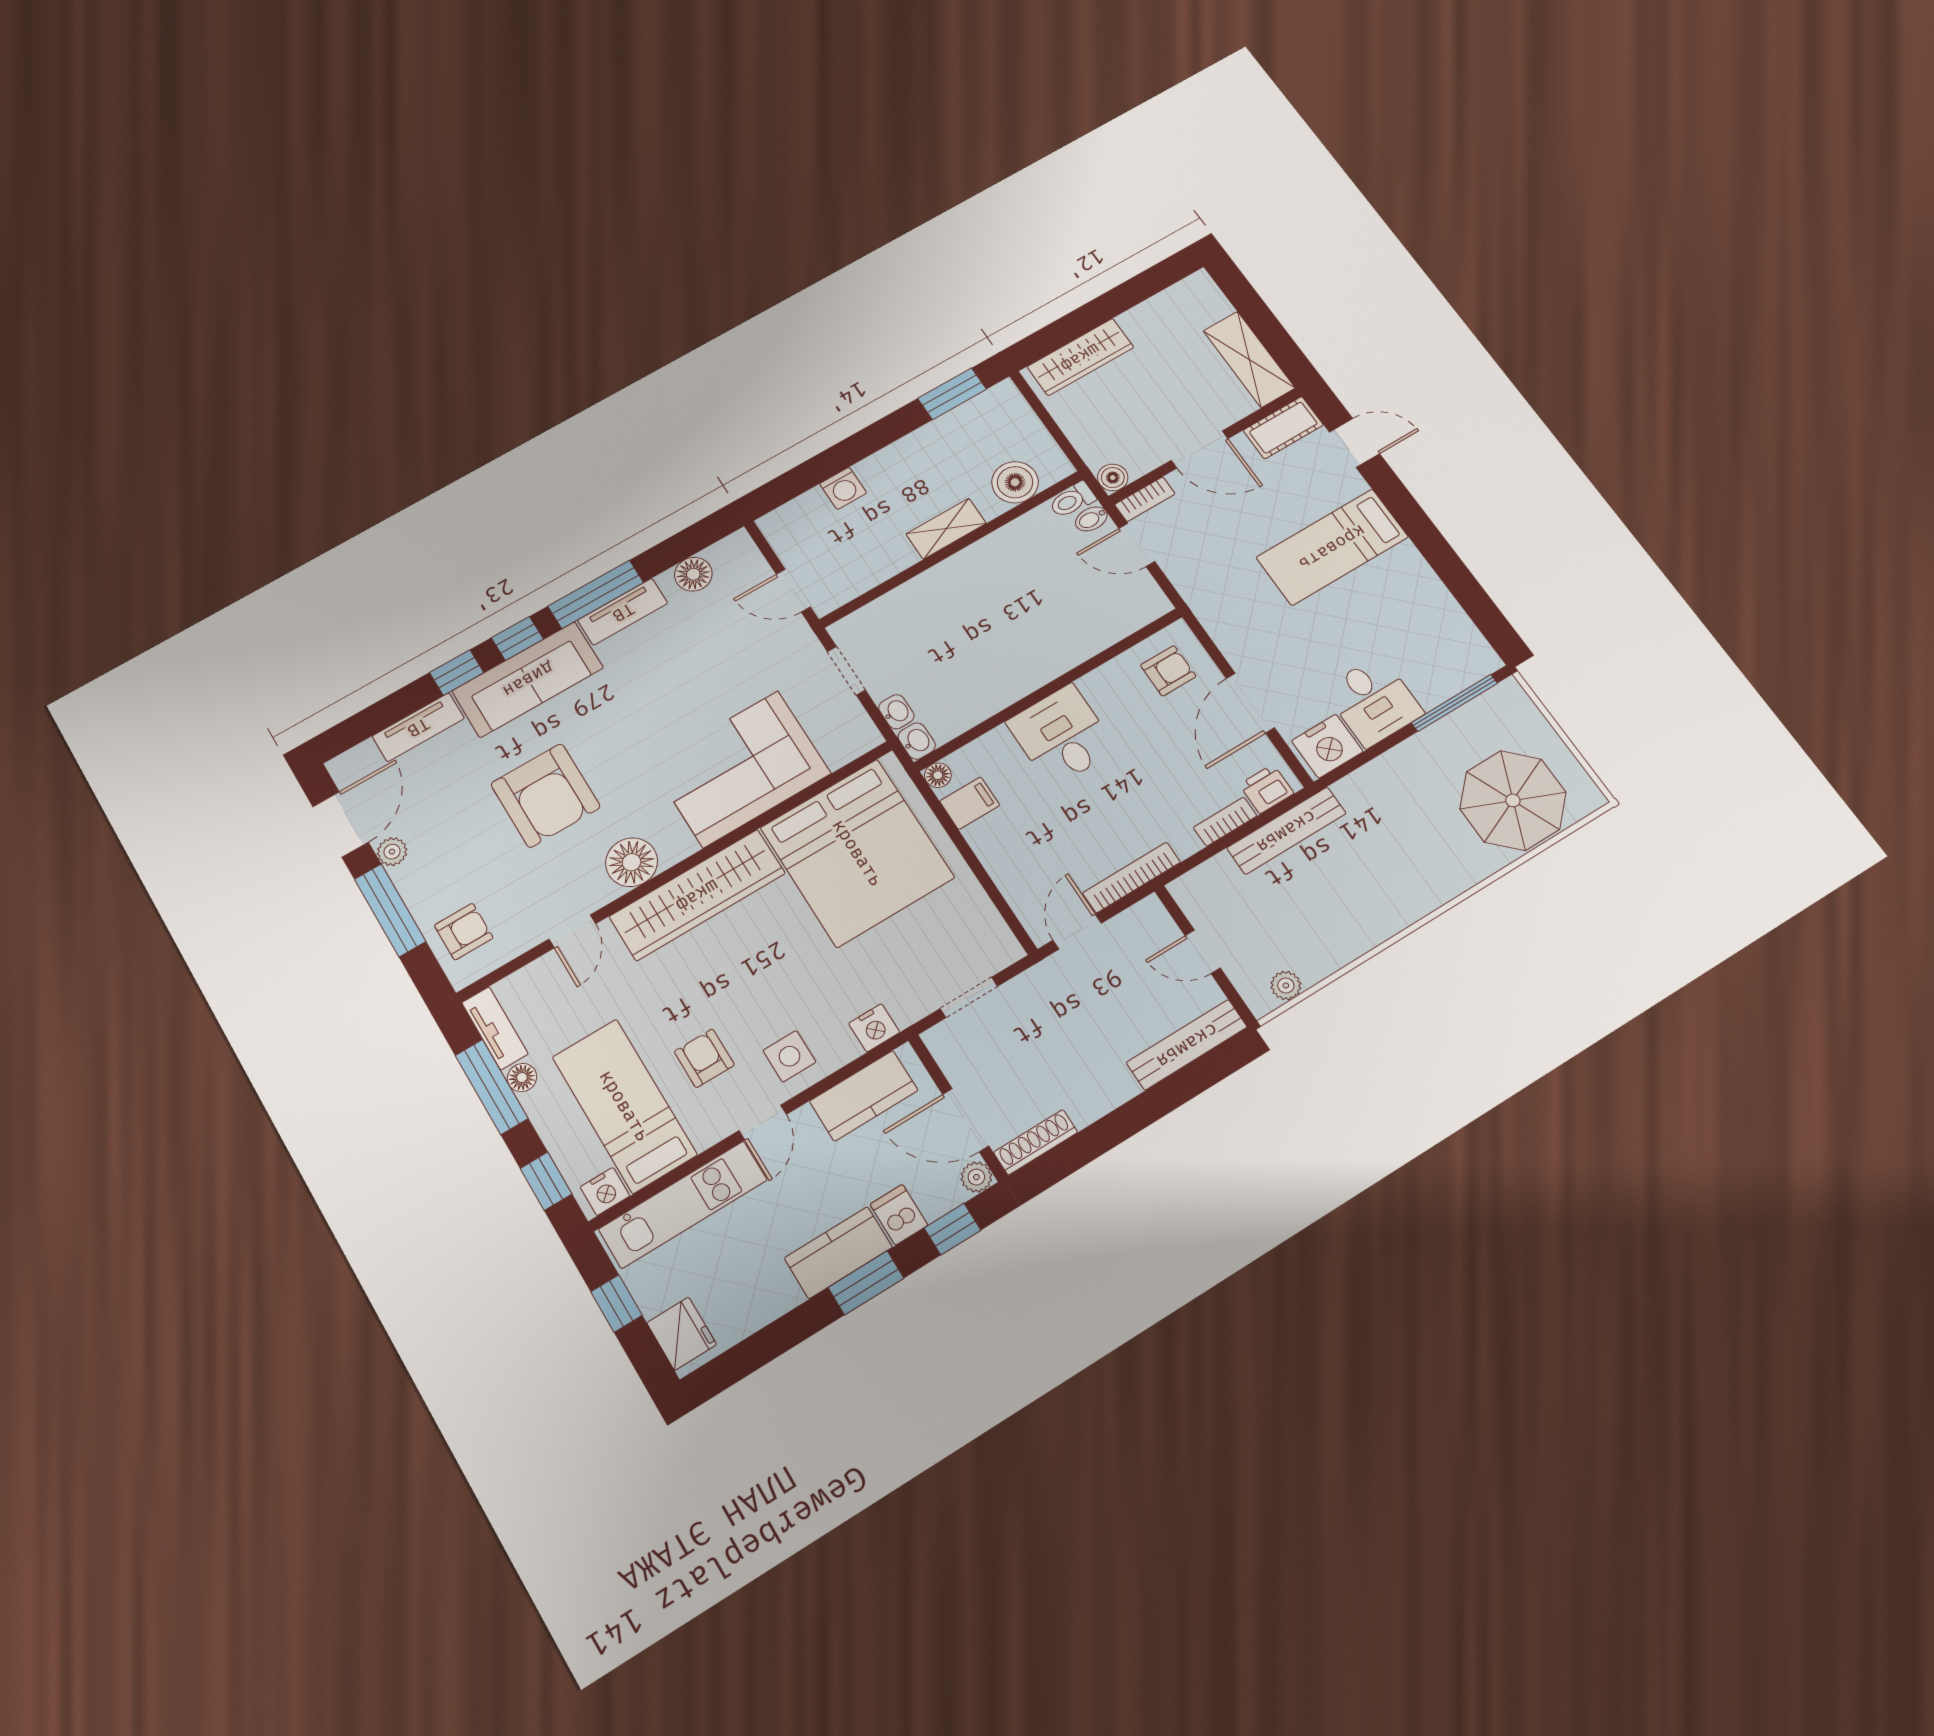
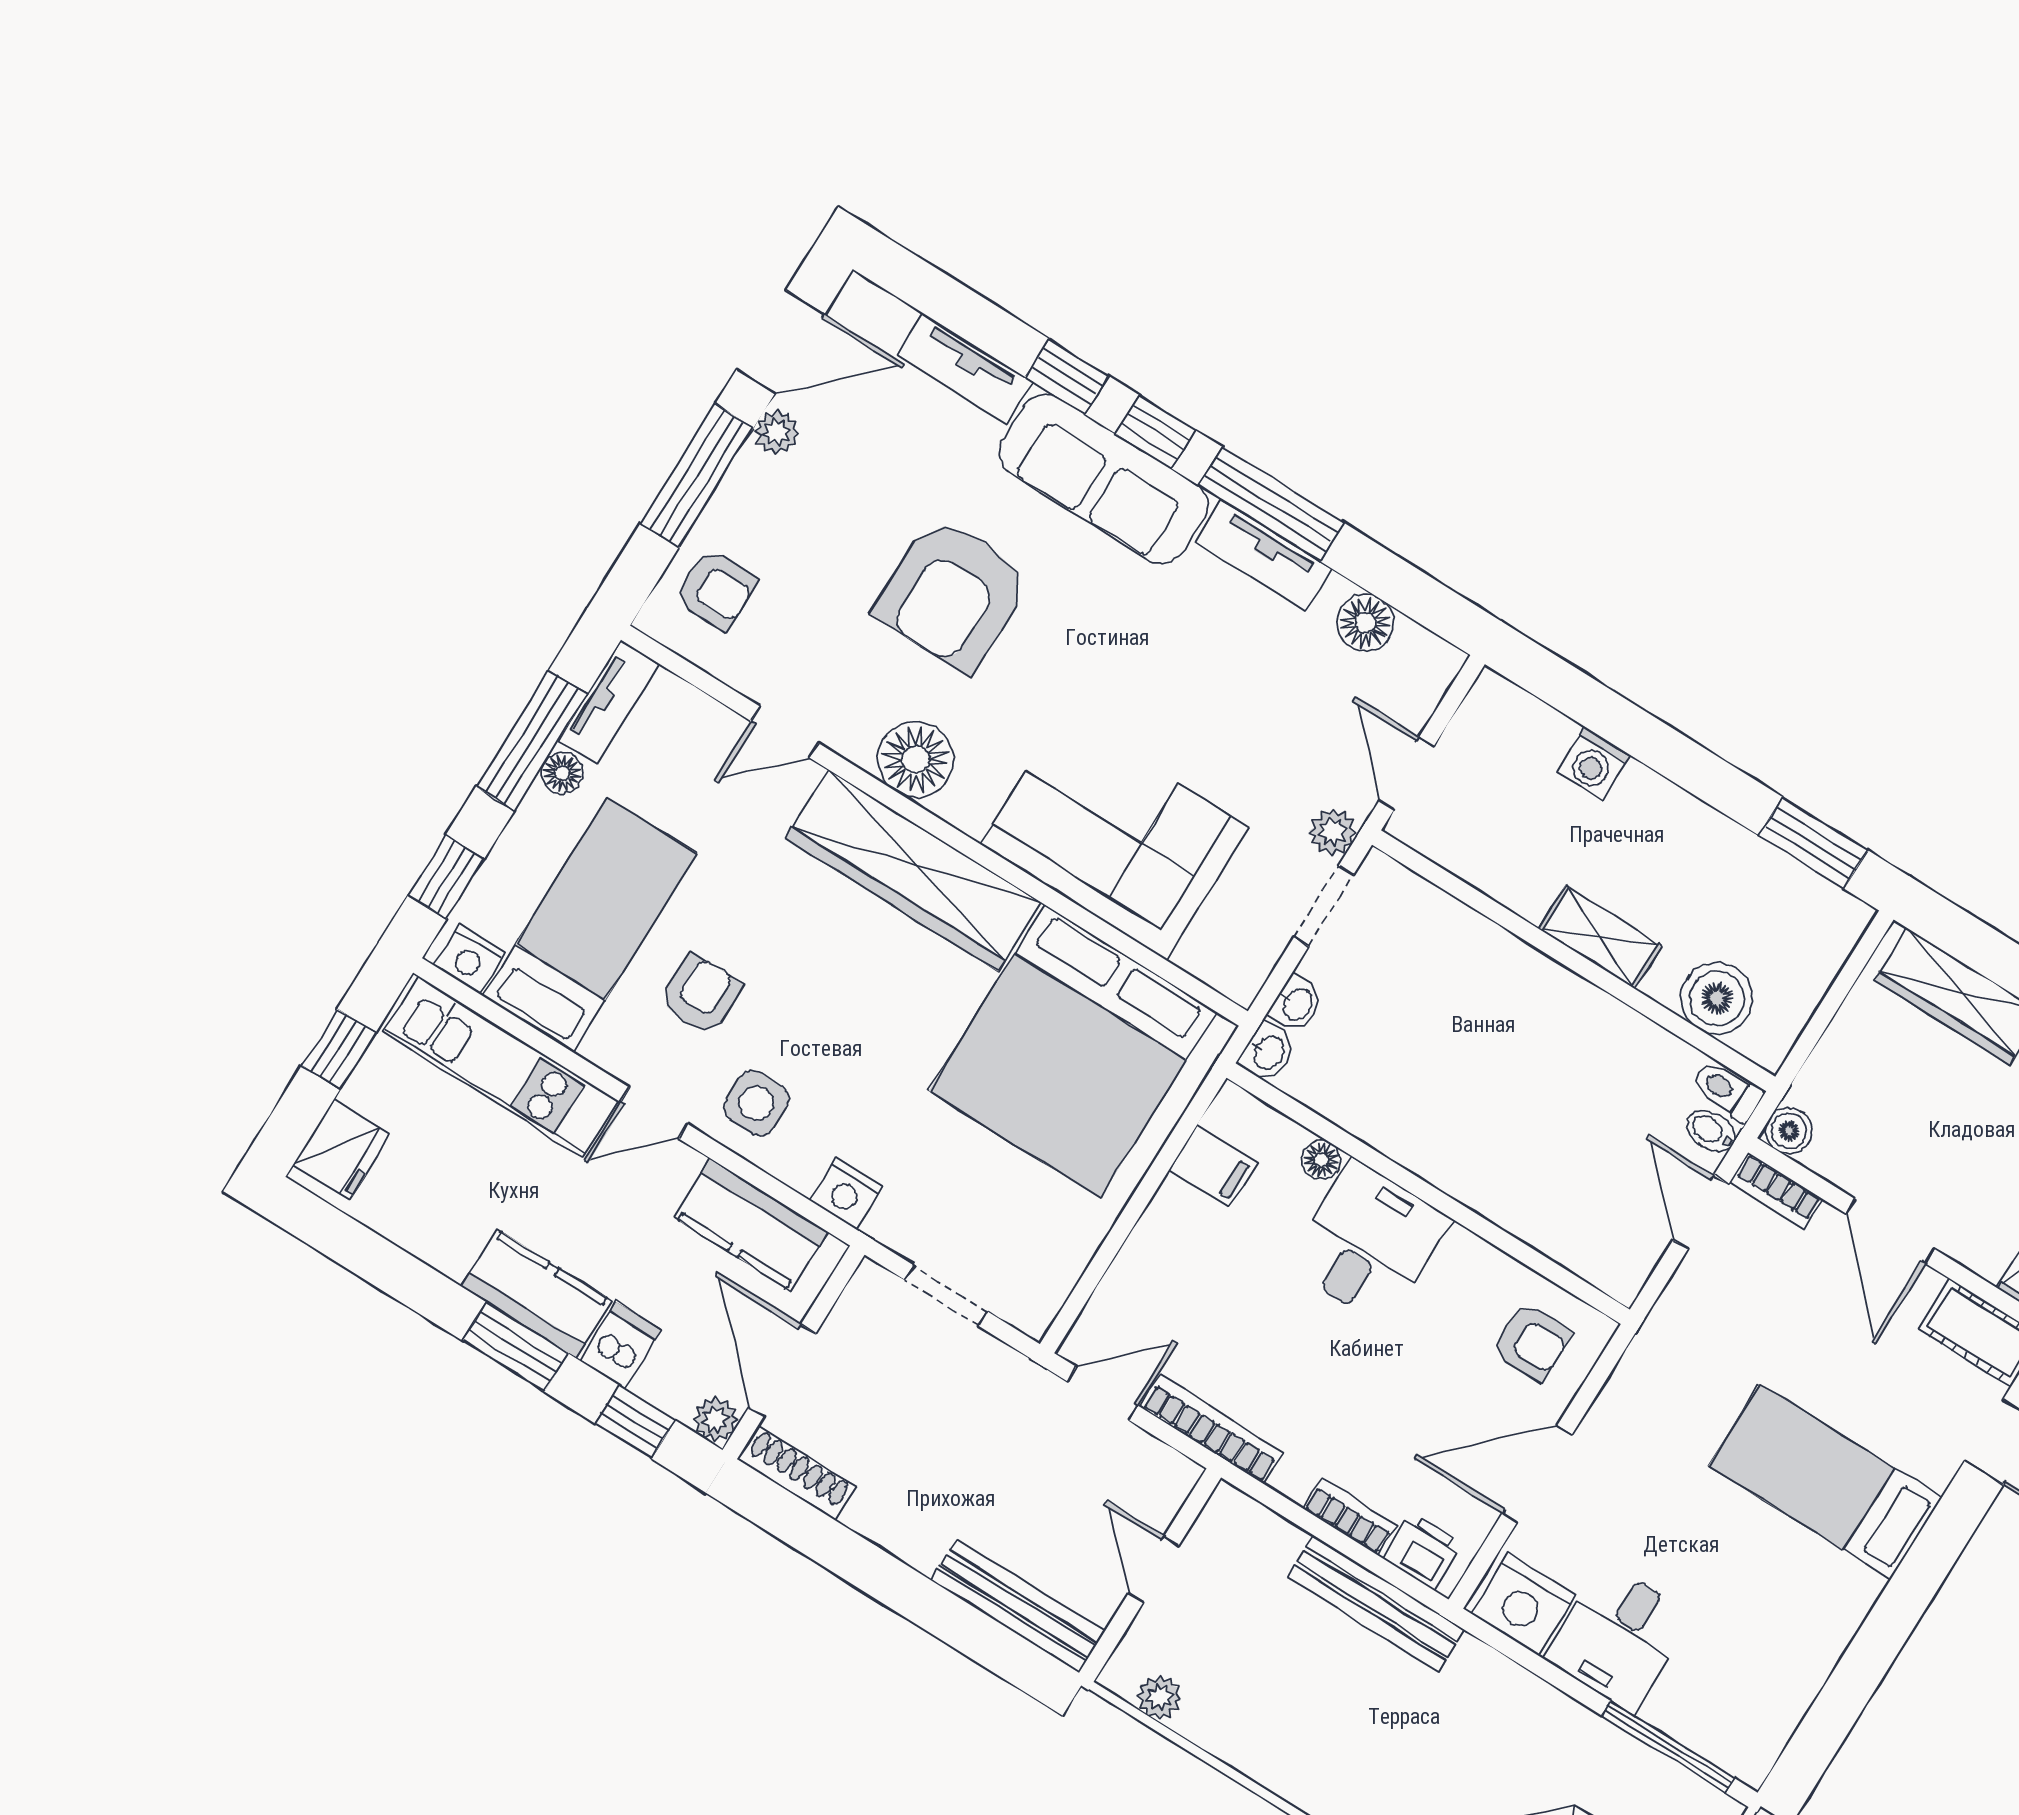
plant: (805, 646) -> (1333, 832), added
floor lamp: (938, 775) -> (1321, 1160), moved

